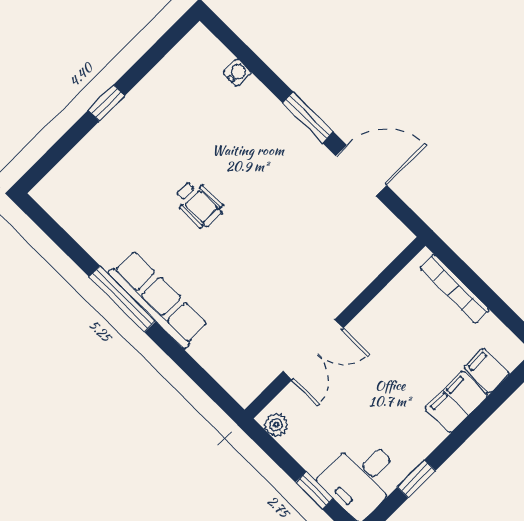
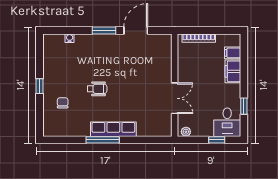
chair: (117, 170) -> (63, 103), added

